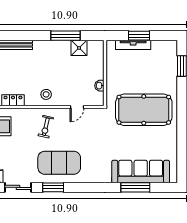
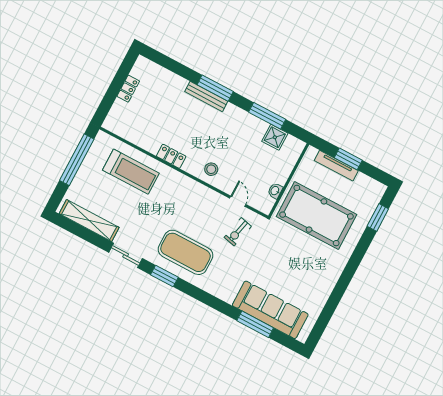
window: (18, 36) -> (215, 88), added
door: (77, 107) -> (238, 201), swing flipped
pool table: (144, 110) -> (316, 215), moved
exercise bike: (46, 127) -> (238, 232), moved

